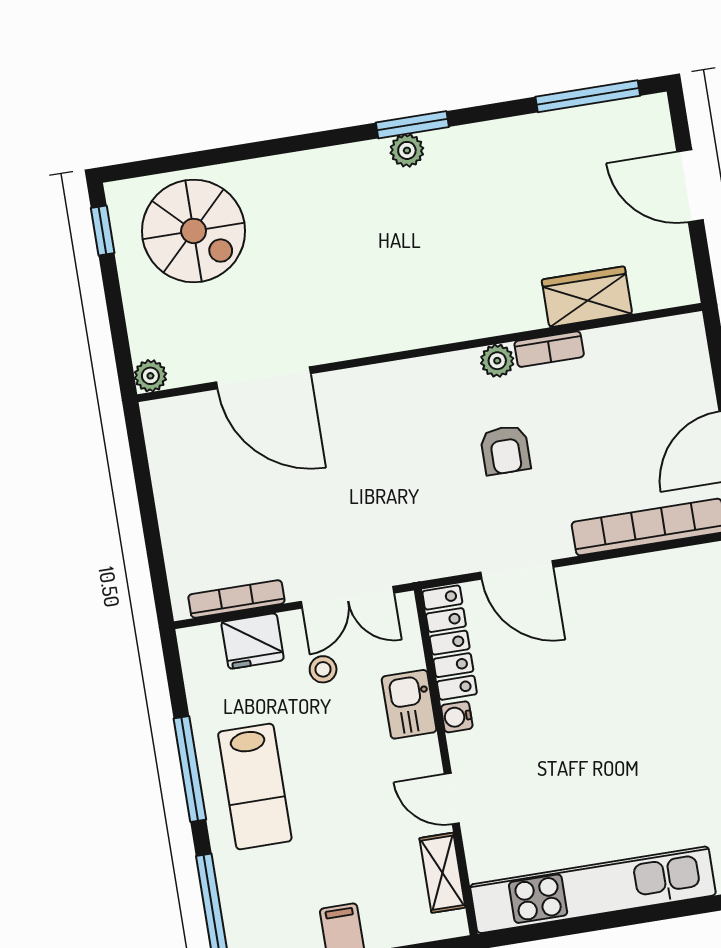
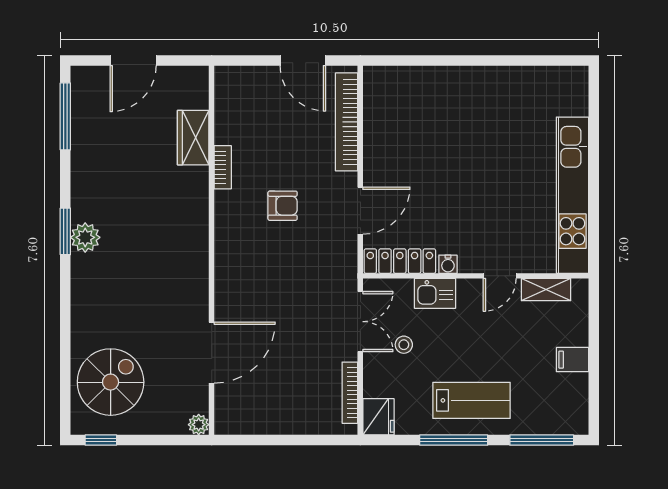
plant: (407, 150) -> (85, 237), width x1.38, depth x1.38
plant: (497, 361) -> (225, 202), removed
fridge: (253, 641) -> (378, 417), moved

